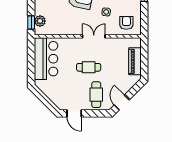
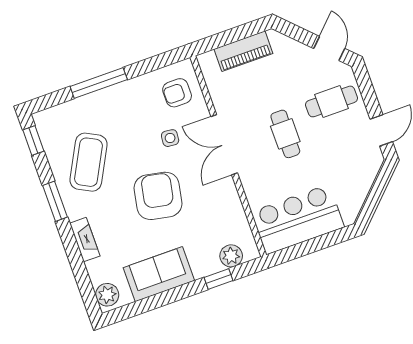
window: (31, 23) -> (219, 279), moved
double door: (94, 36) -> (224, 145), width x1.37
door: (122, 103) -> (329, 48), swing flipped

